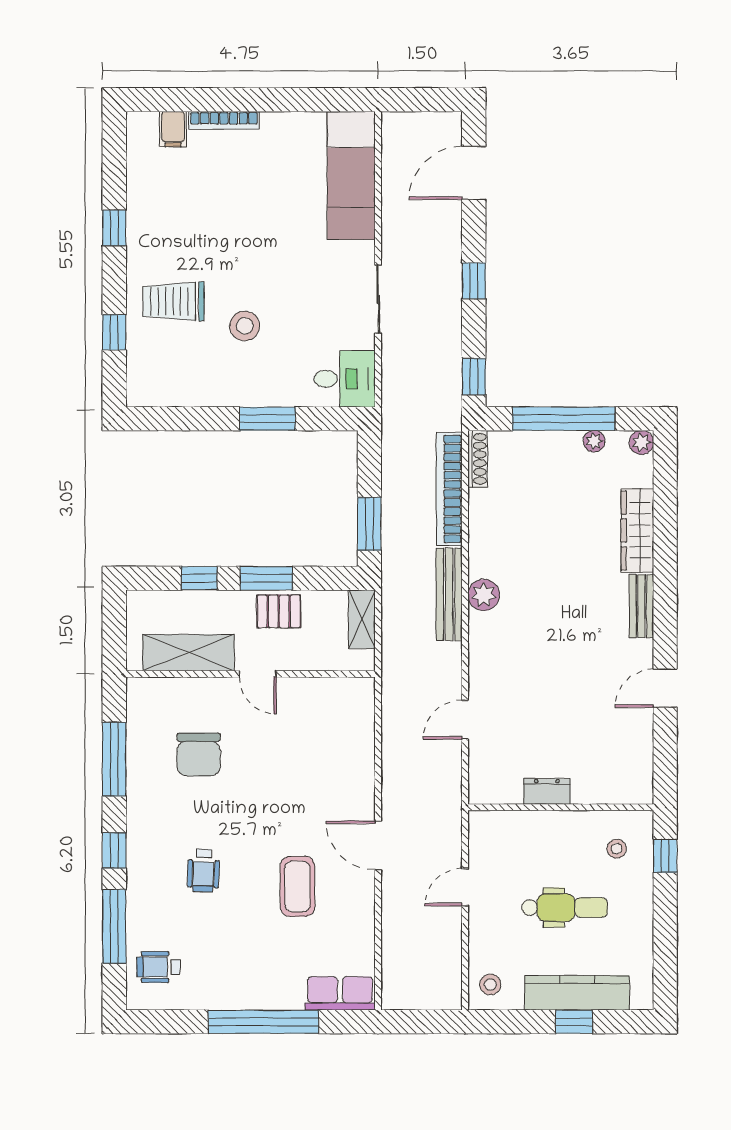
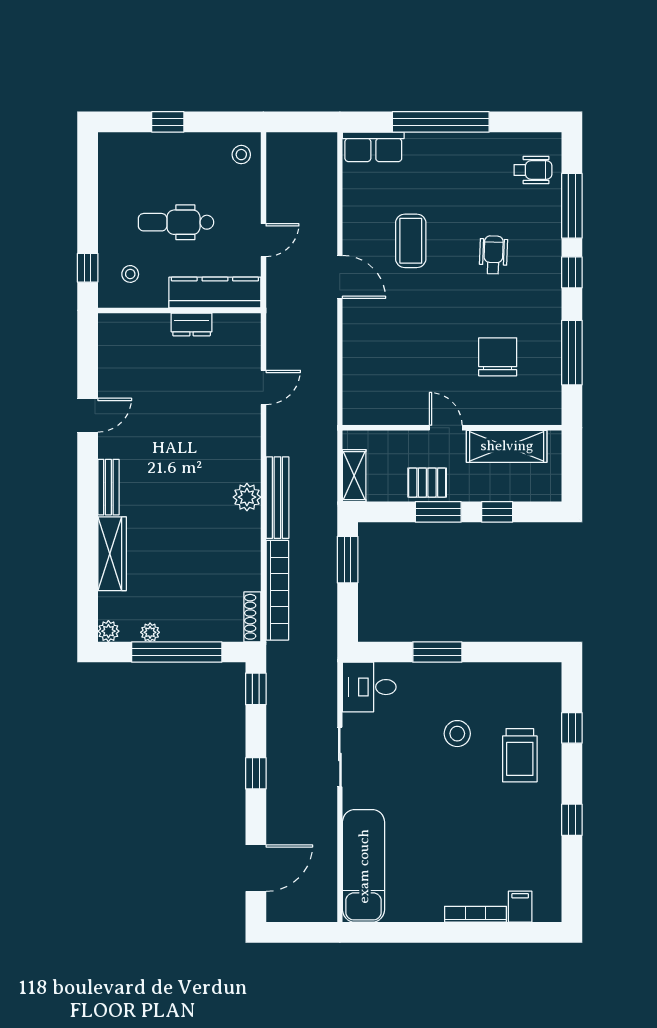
trolley: (173, 301) -> (520, 755), turned 90
kitchen counter: (577, 993) -> (215, 293), moved, turned 180

